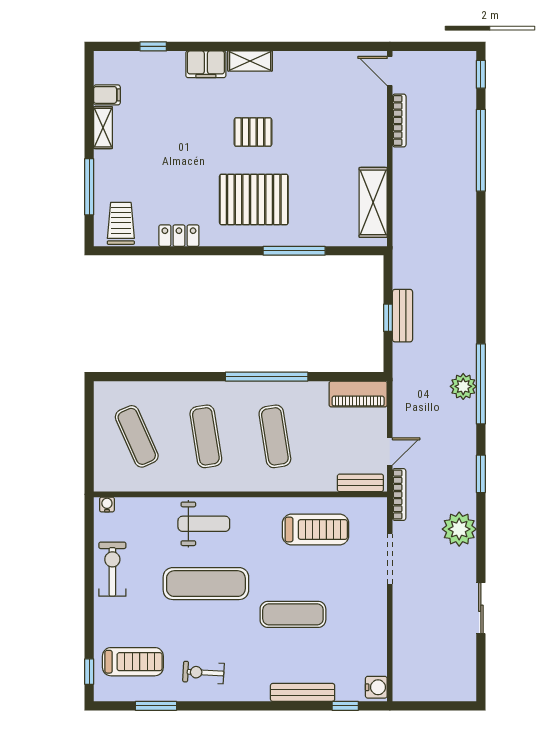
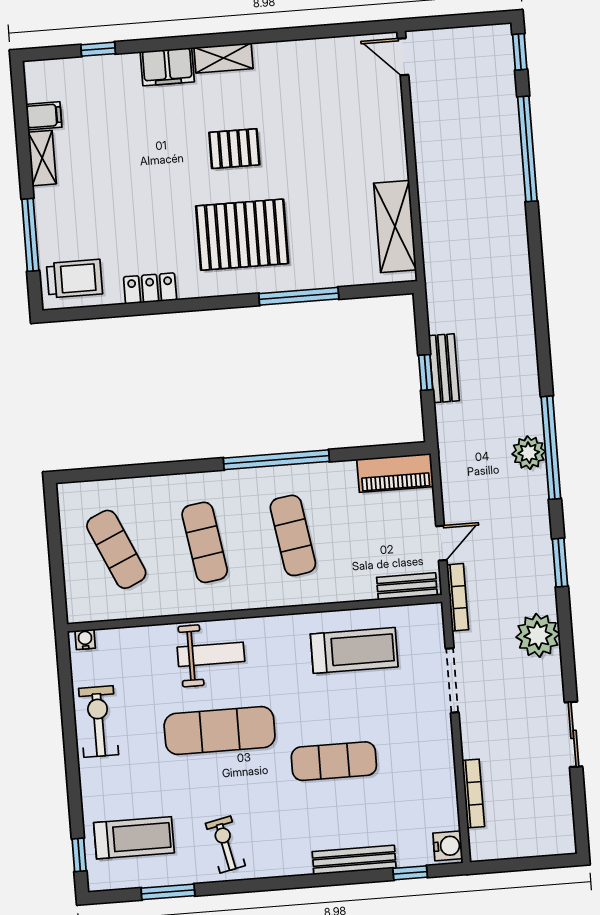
bookcase: (399, 121) -> (473, 793), moved
trolley: (121, 223) -> (75, 279), turned 90
exercise bike: (203, 673) -> (225, 845), turned 75

